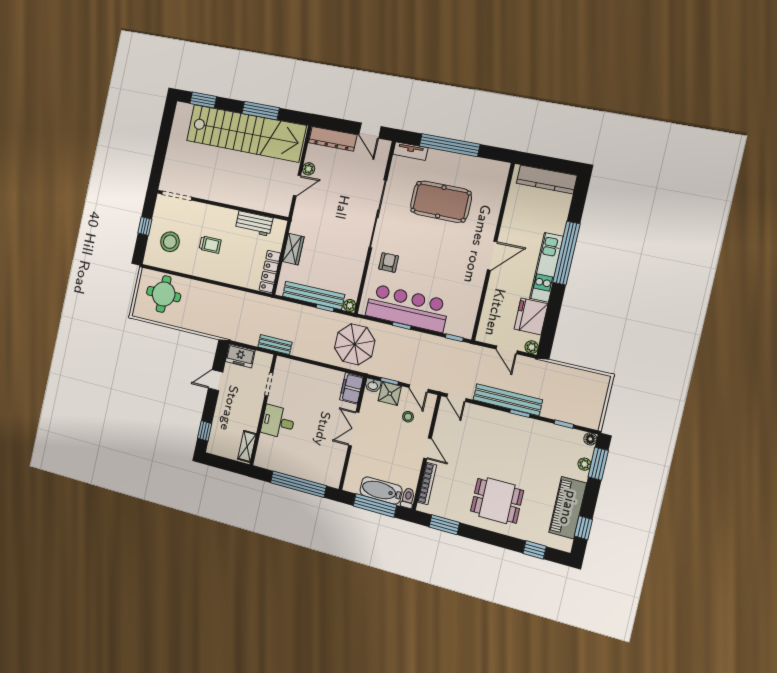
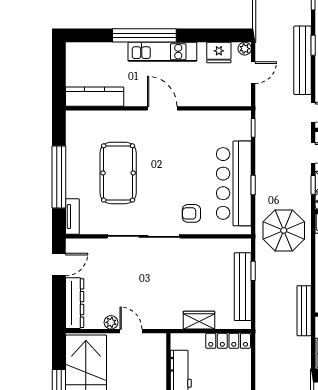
kitchen counter: (547, 179) -> (95, 97), moved, turned -90
plant: (350, 305) -> (245, 245), removed
fridge: (531, 316) -> (219, 52), width x0.73, depth x0.75
bench: (275, 345) -> (304, 311), width x1.36

